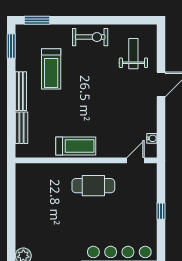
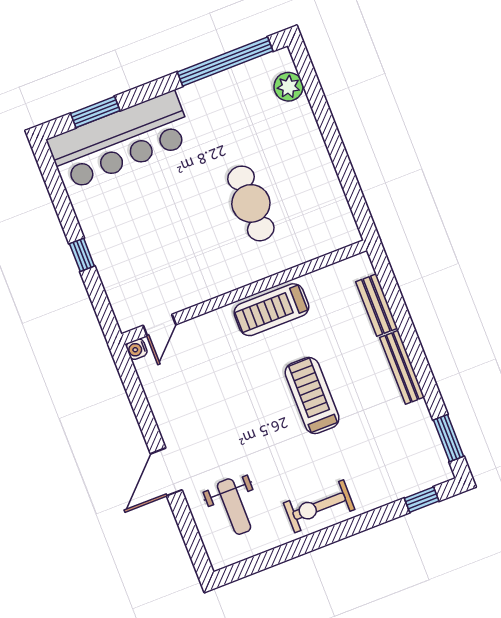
window: (37, 20) -> (422, 500), width x0.67
treadmill: (51, 69) -> (312, 396), moved
water cooler: (152, 138) -> (137, 349), moved
cafe table: (93, 186) -> (251, 203), moved, turned 90

